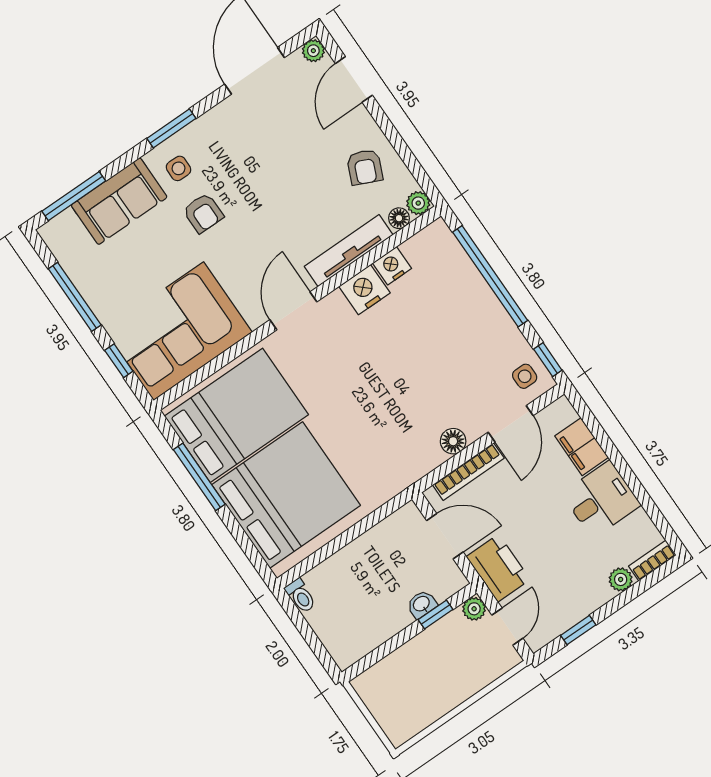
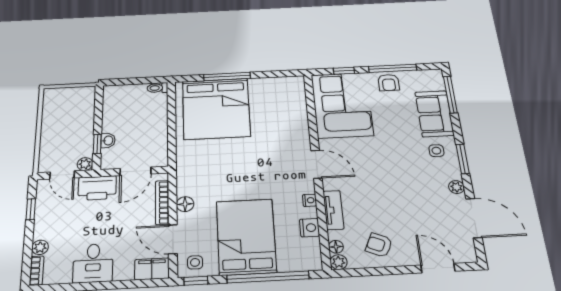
plant: (313, 51) -> (456, 187), moved
armchair: (203, 213) -> (389, 83), moved, turned -90
tv unit: (349, 251) -> (333, 210), width x0.71
nightstand: (364, 290) -> (310, 200), width x0.53, depth x0.56
bed: (236, 415) -> (246, 237), moved, turned 180
filing cabinet: (582, 447) -> (152, 269), moved
window: (199, 477) -> (227, 77), moved

